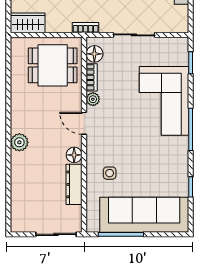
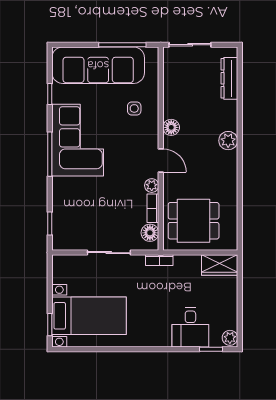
corner sofa: (164, 101) -> (78, 140), moved
dresser: (74, 184) -> (229, 78), moved, turned 180

